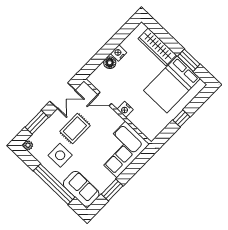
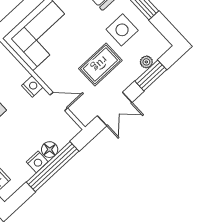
window: (107, 50) -> (53, 167), added
double door: (63, 96) -> (115, 109), swing flipped
plant: (28, 145) -> (146, 62), moved

